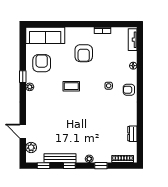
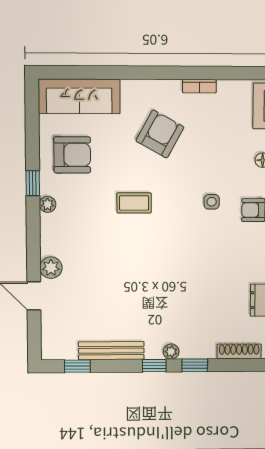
armchair: (84, 53) -> (160, 134), turned -151
armchair: (42, 63) -> (72, 155), turned 90
plant: (31, 147) -> (51, 268), moved
window: (69, 166) -> (154, 366), moved

